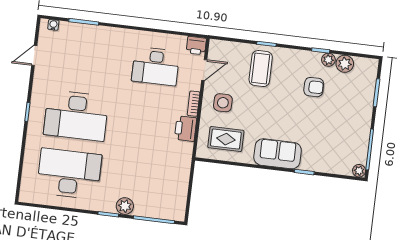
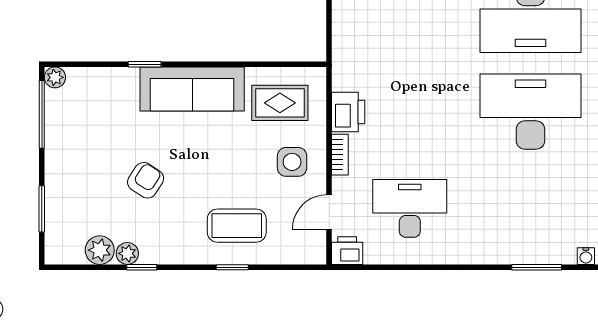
coffee table: (261, 69) -> (237, 226), turned 90
armchair: (314, 87) -> (146, 180), moved, turned 123
sofa: (278, 154) -> (192, 89), width x1.36

